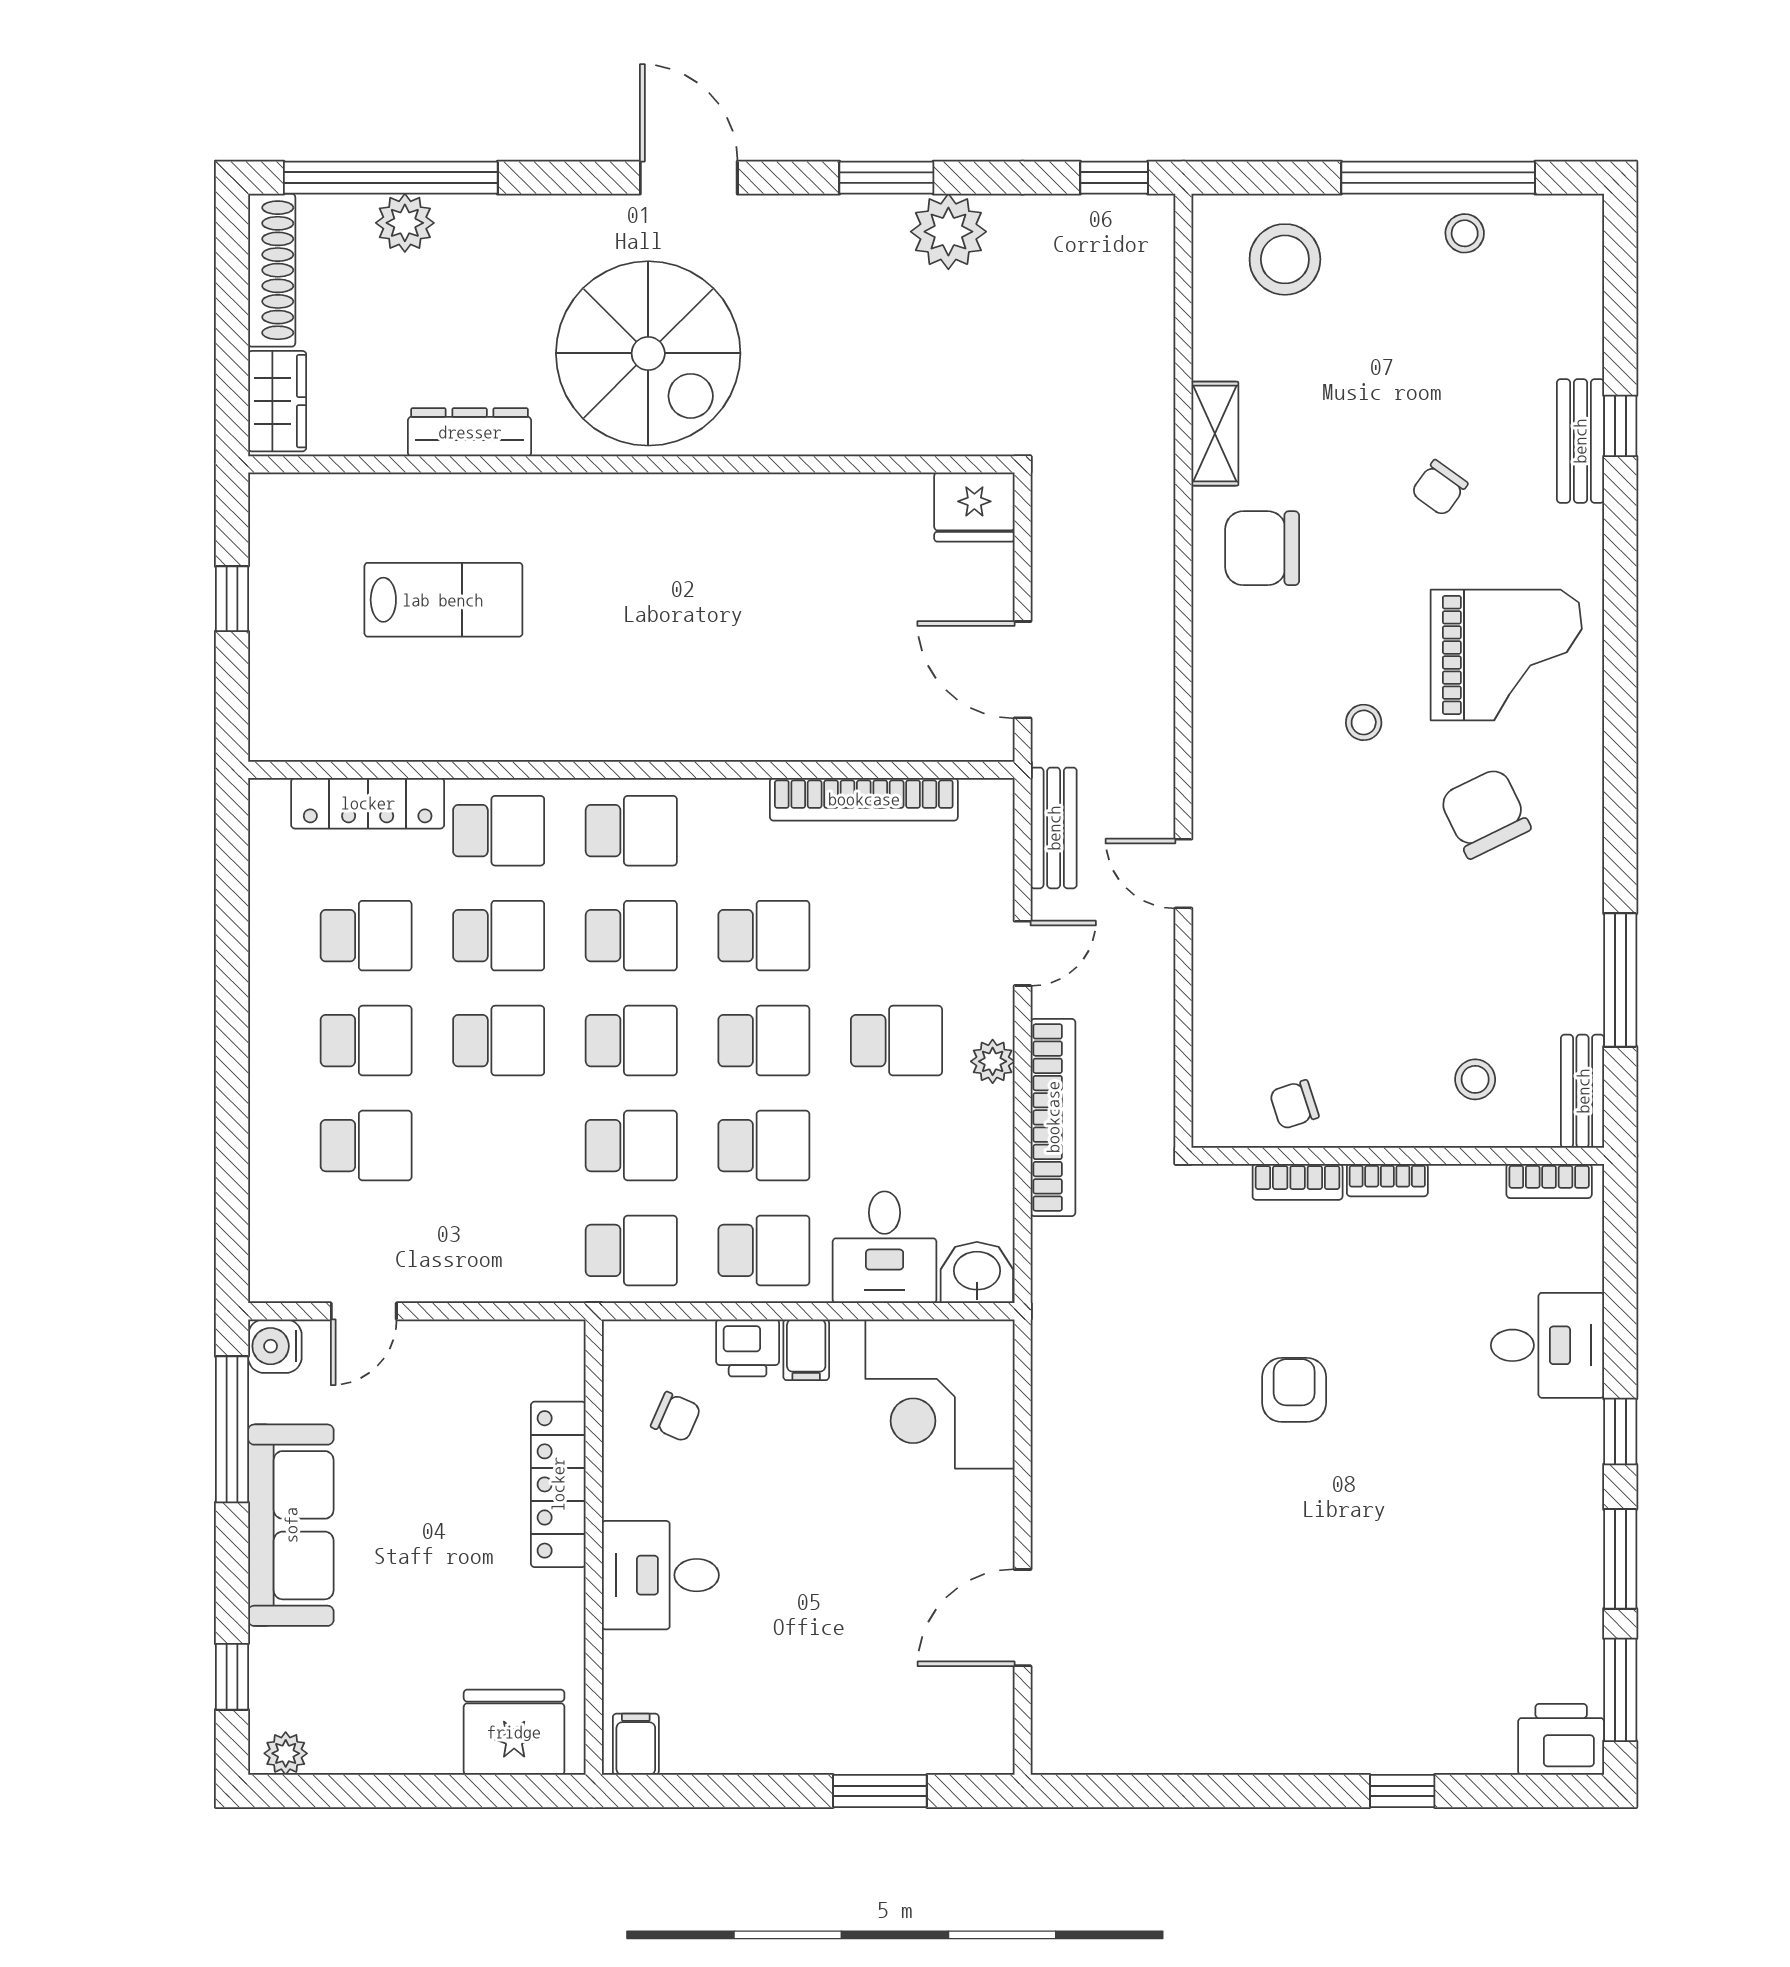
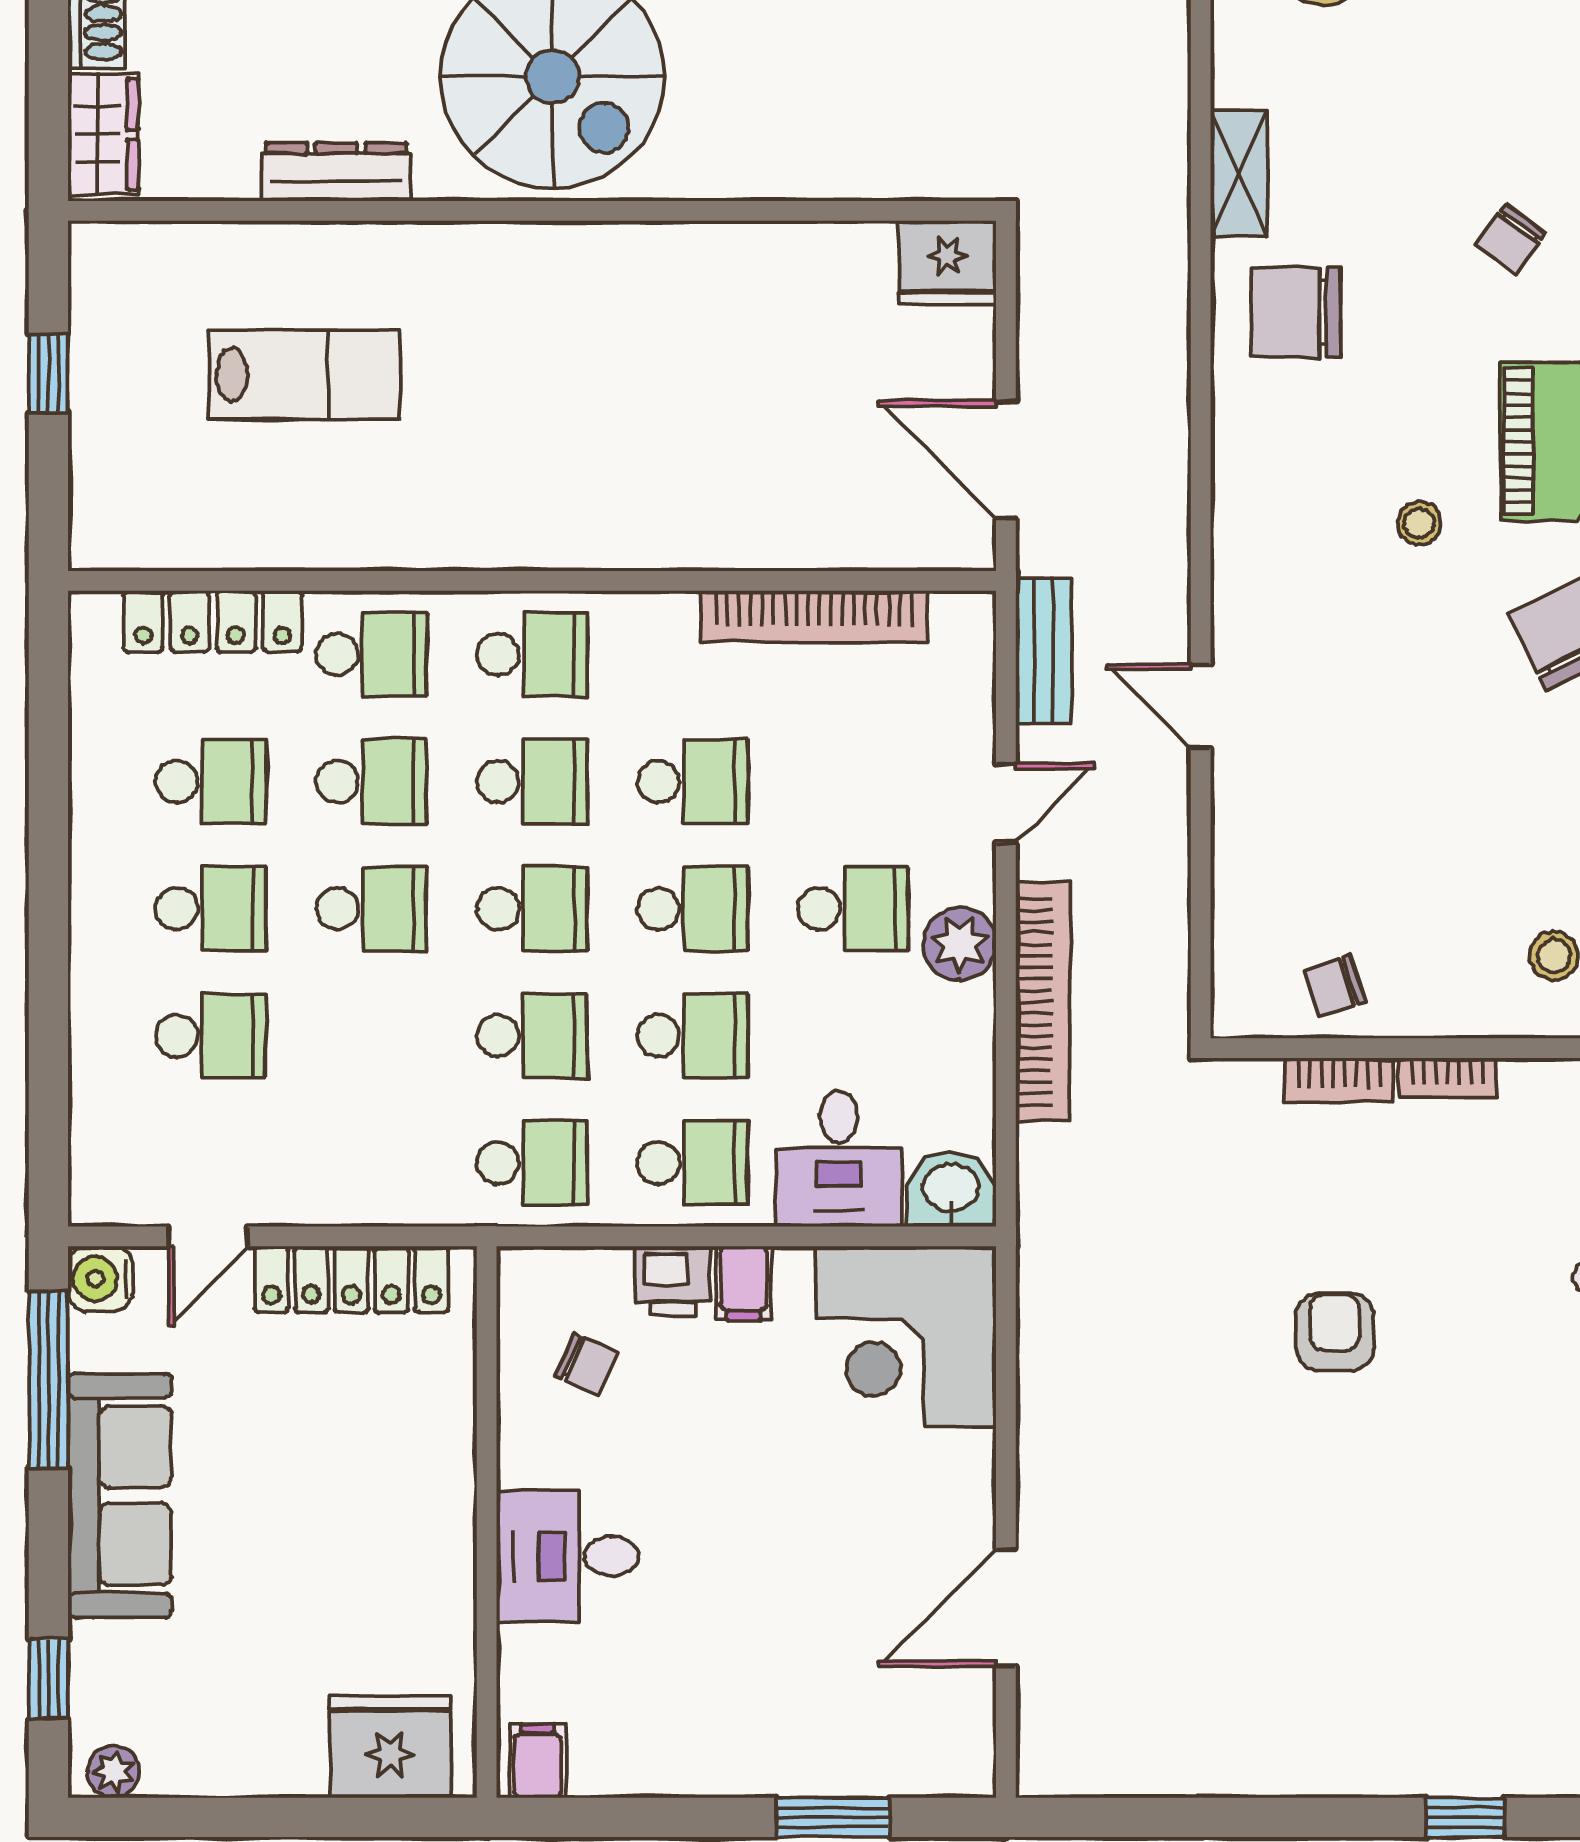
plant: (993, 1061) -> (960, 944), width x1.38, depth x1.38
locker: (558, 1484) -> (351, 1279), moved, turned -90

